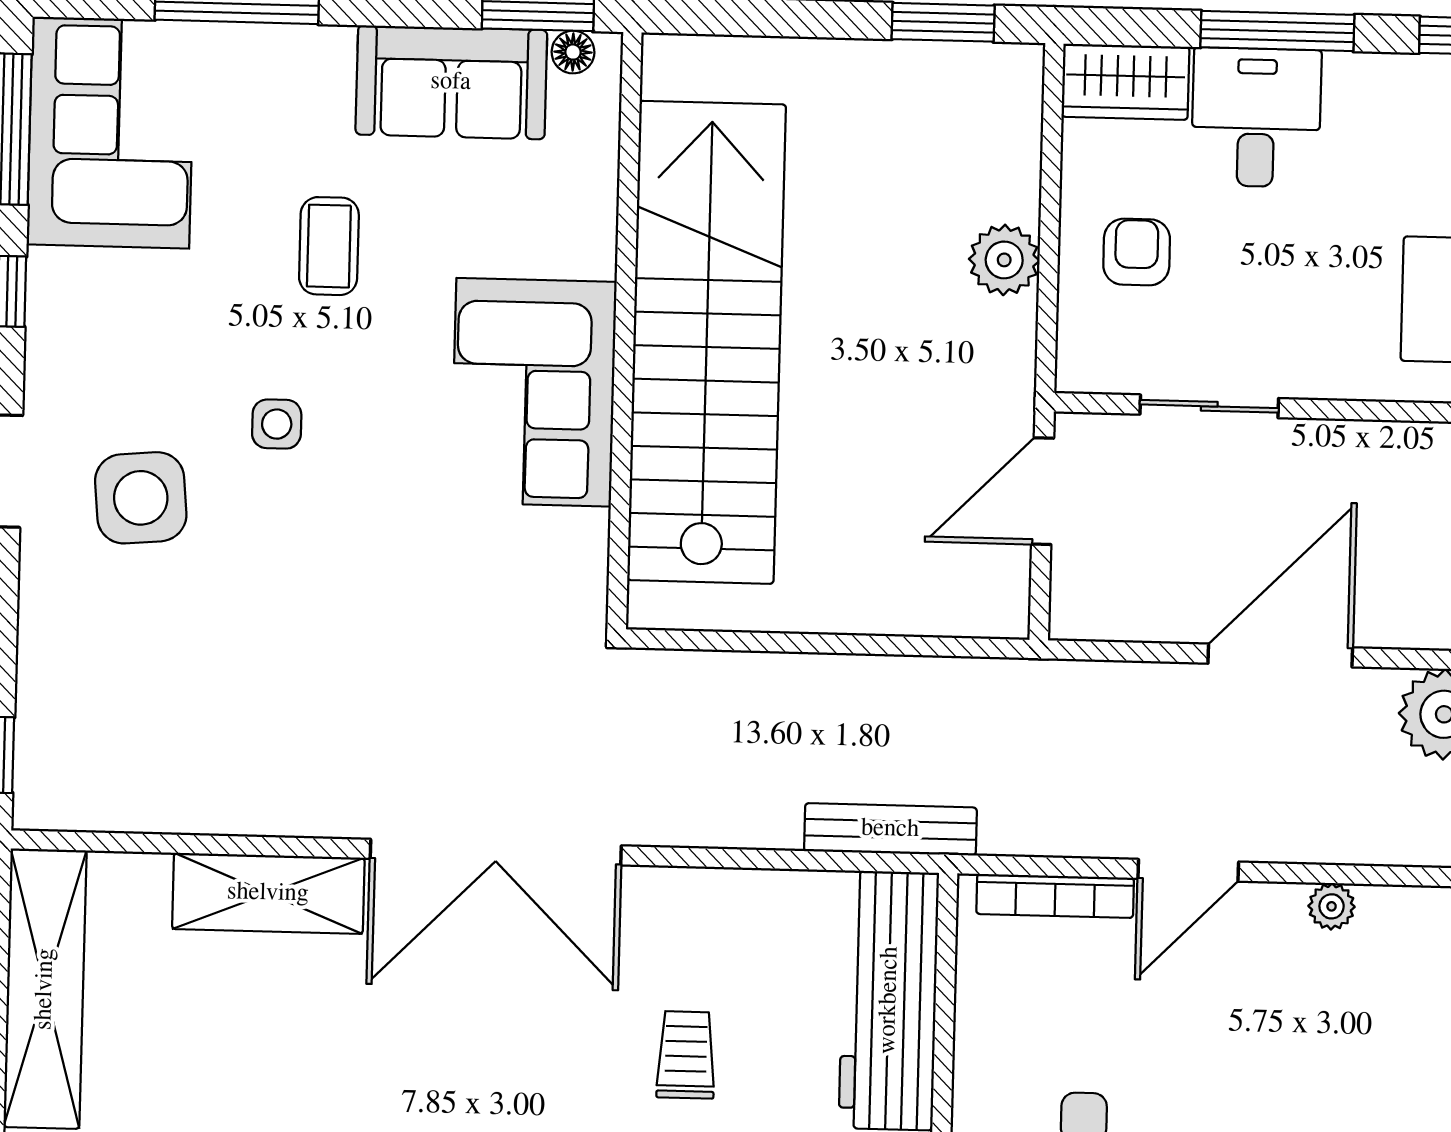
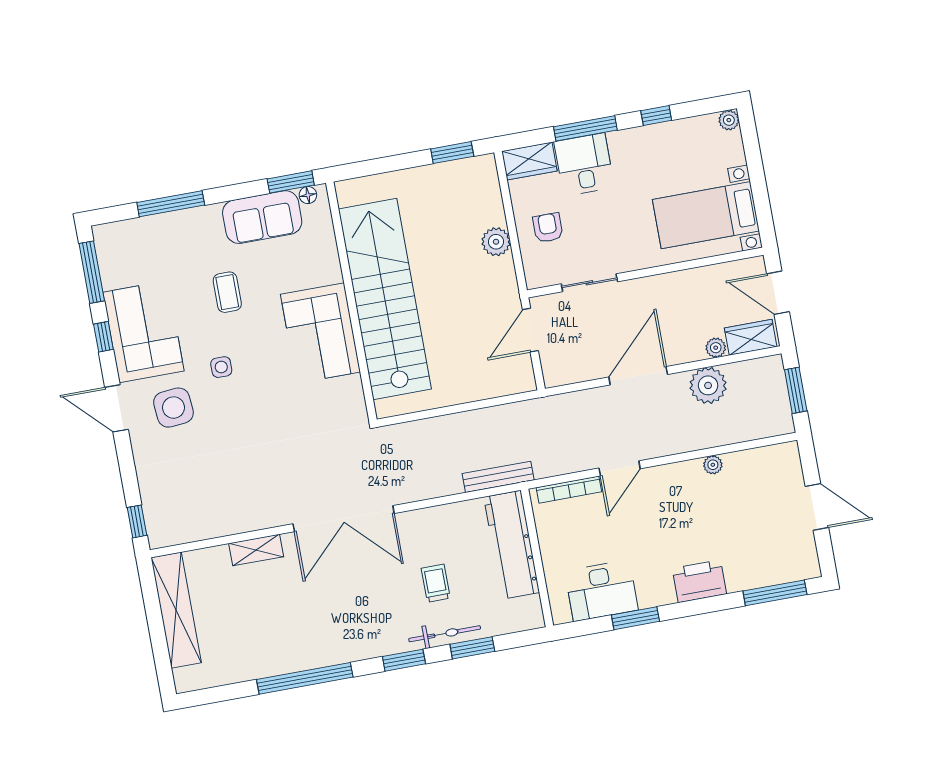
corner sofa: (111, 133) -> (143, 332), moved
shelving: (268, 893) -> (256, 550), width x0.67, depth x0.75
plant: (1332, 906) -> (713, 465), moved

